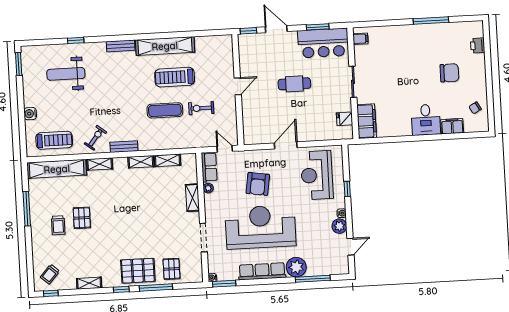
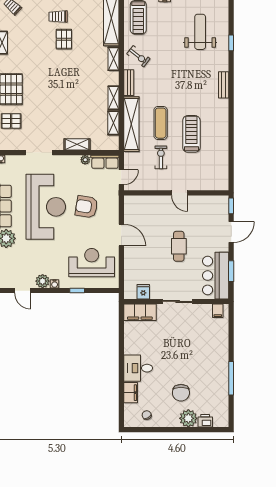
shelving: (165, 46) -> (131, 124), moved
plant: (476, 64) -> (188, 418), added
pallet: (82, 218) -> (64, 39), turned 90

